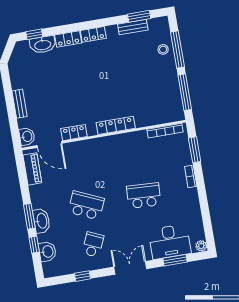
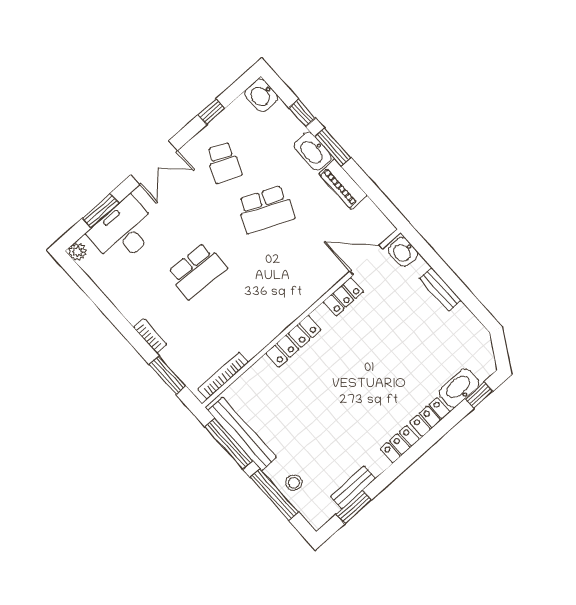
bench: (174, 93) -> (242, 434), added
piano: (32, 169) -> (343, 184), moved
washbasin: (47, 252) -> (261, 95), moved

